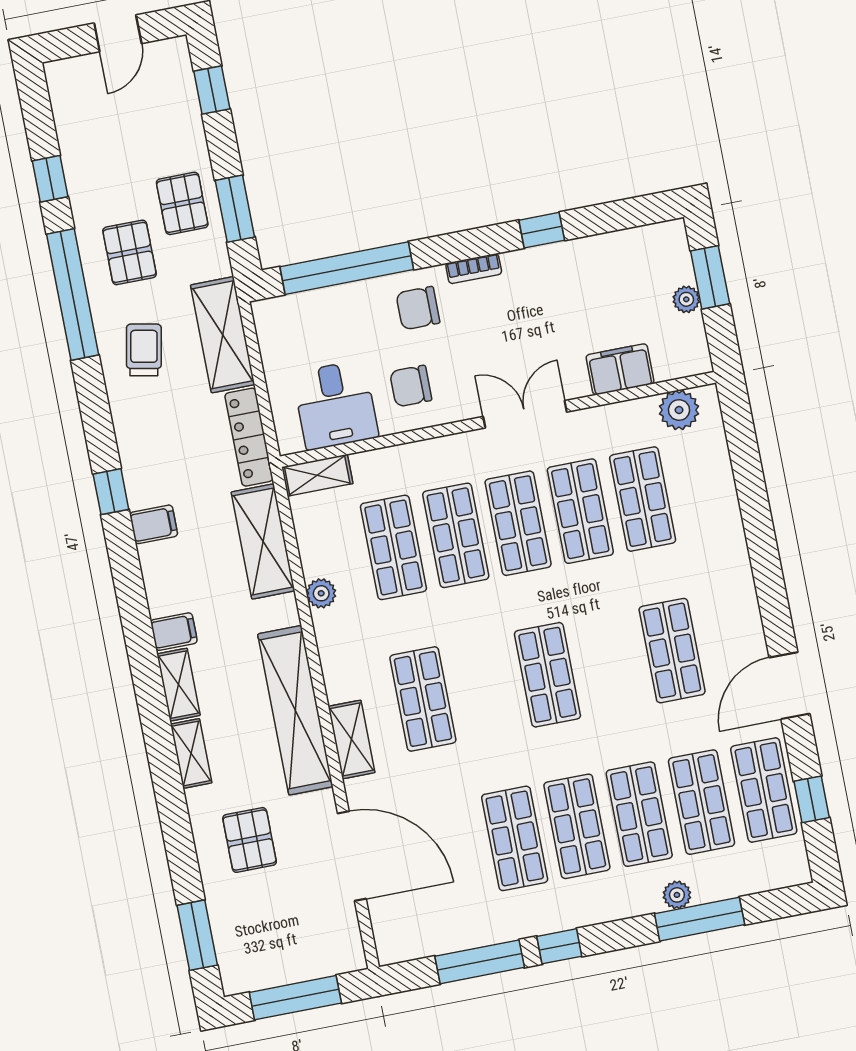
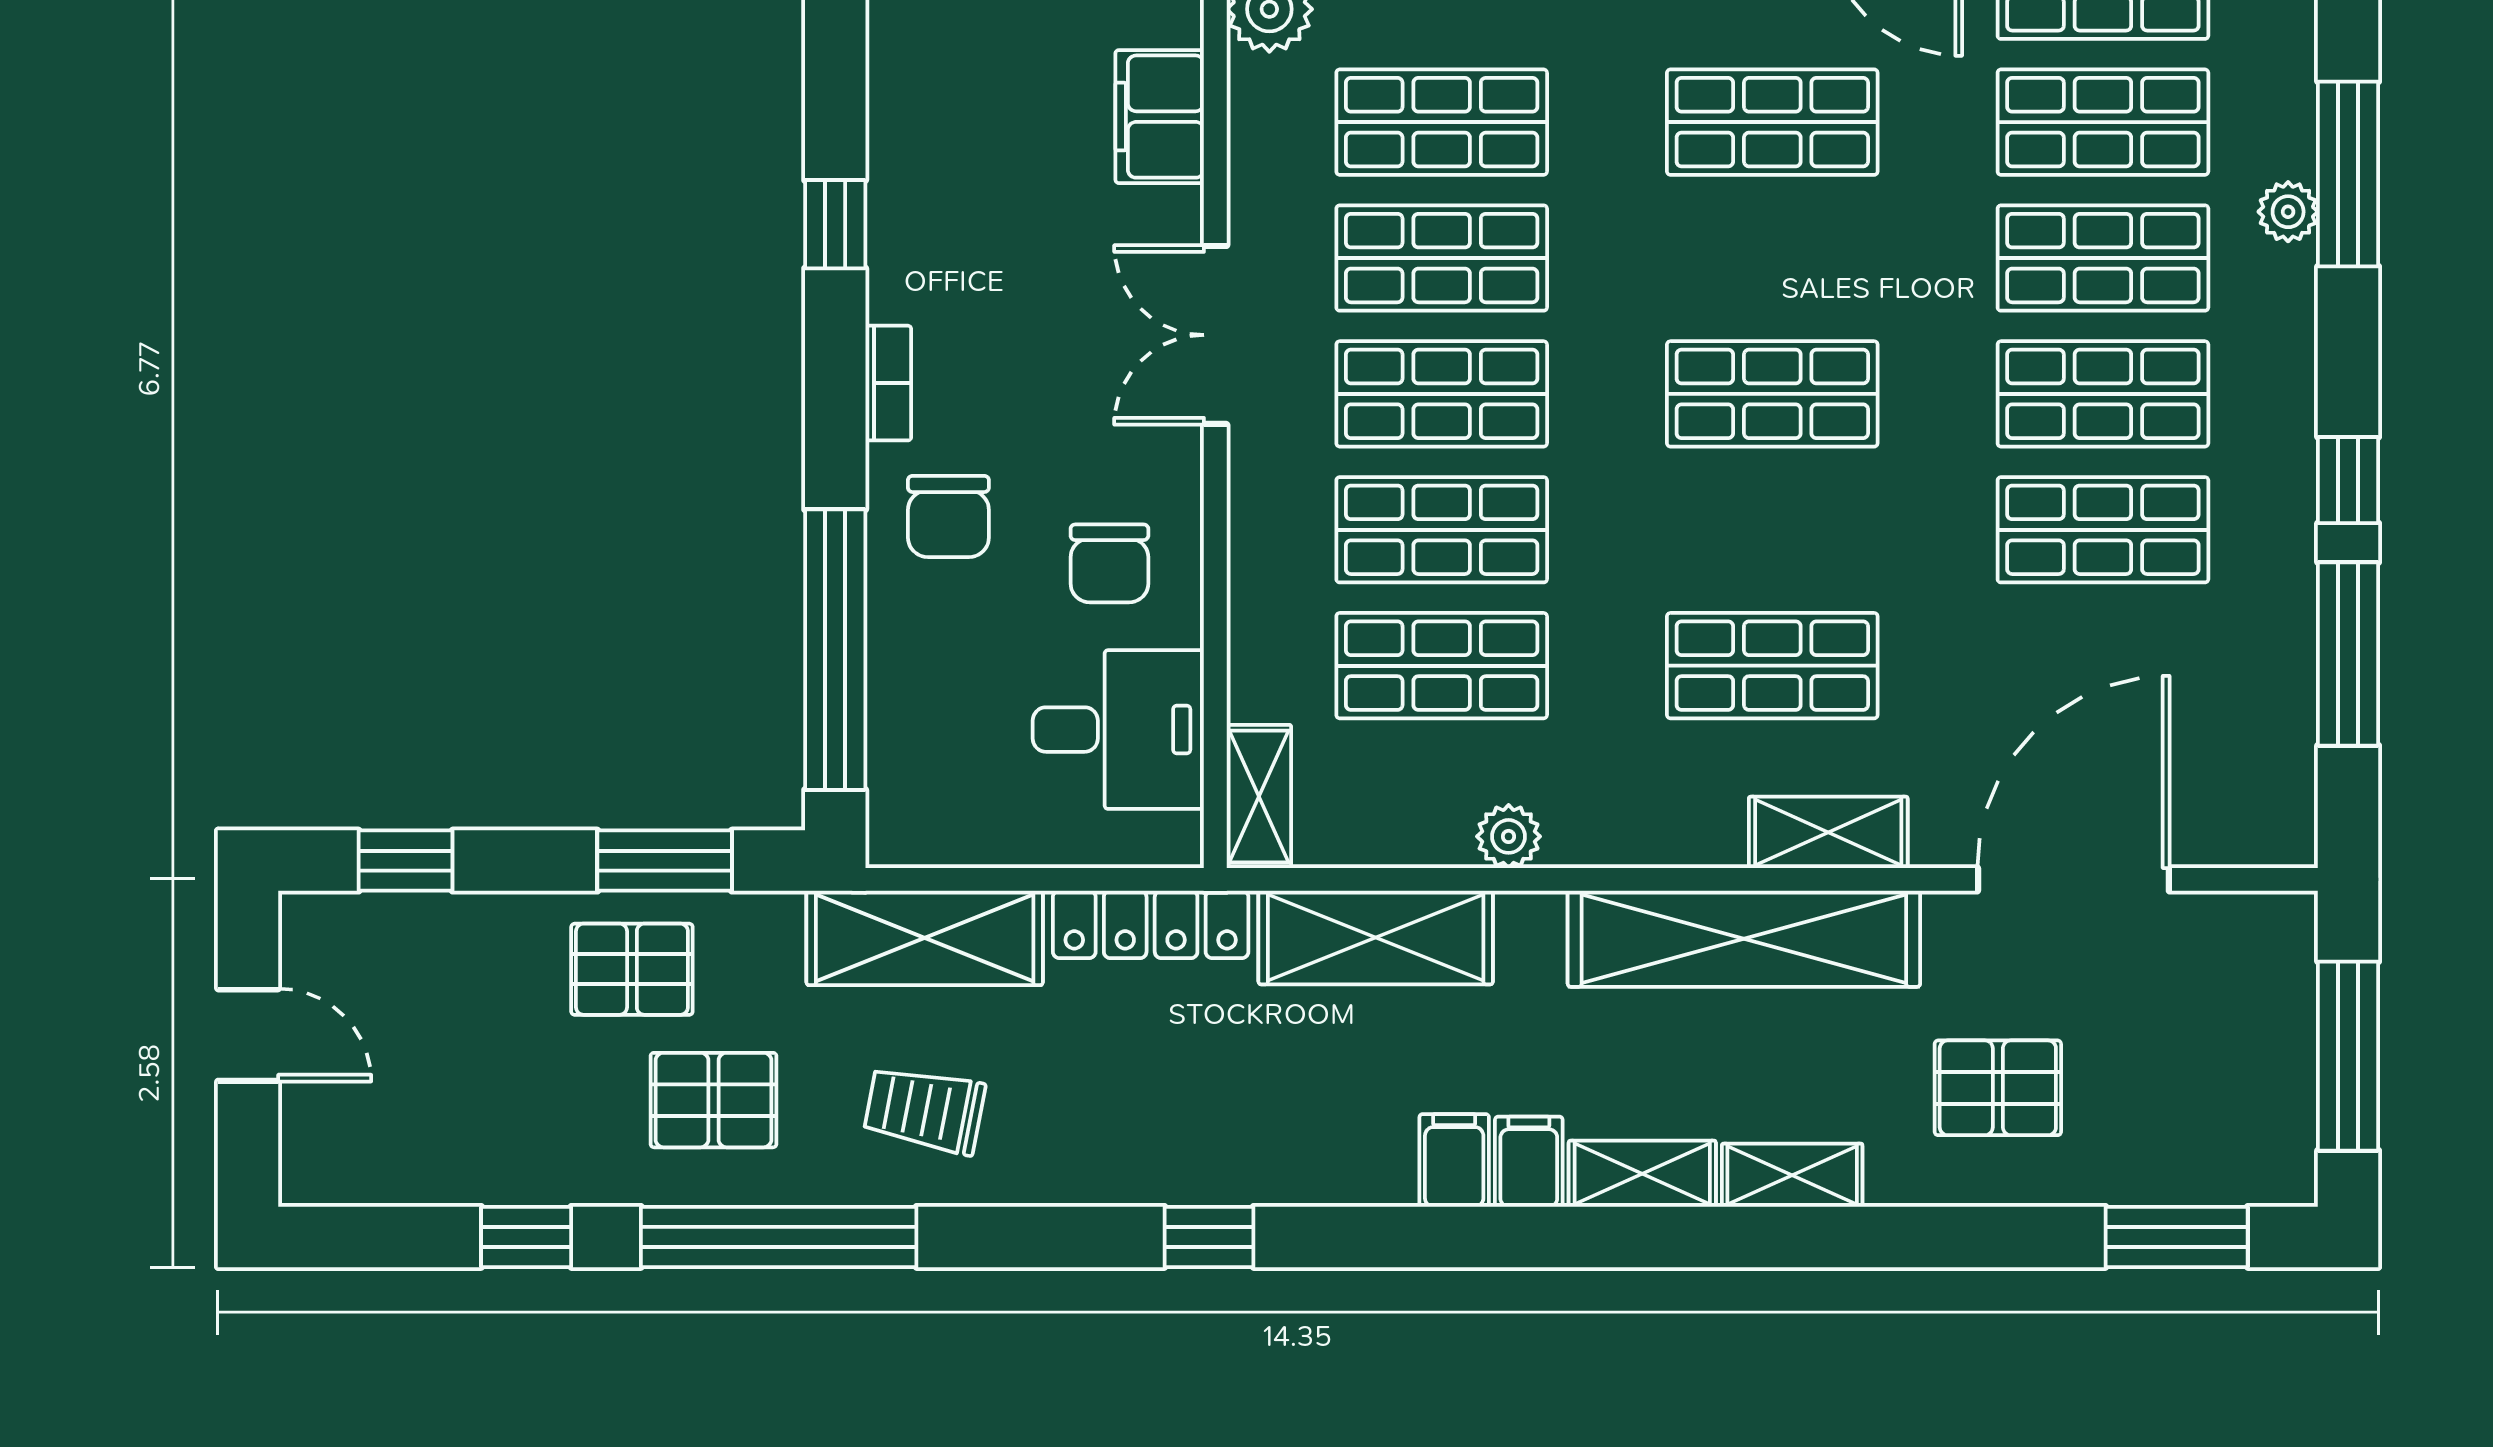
filing cabinet: (154, 524) -> (1454, 1160), moved

